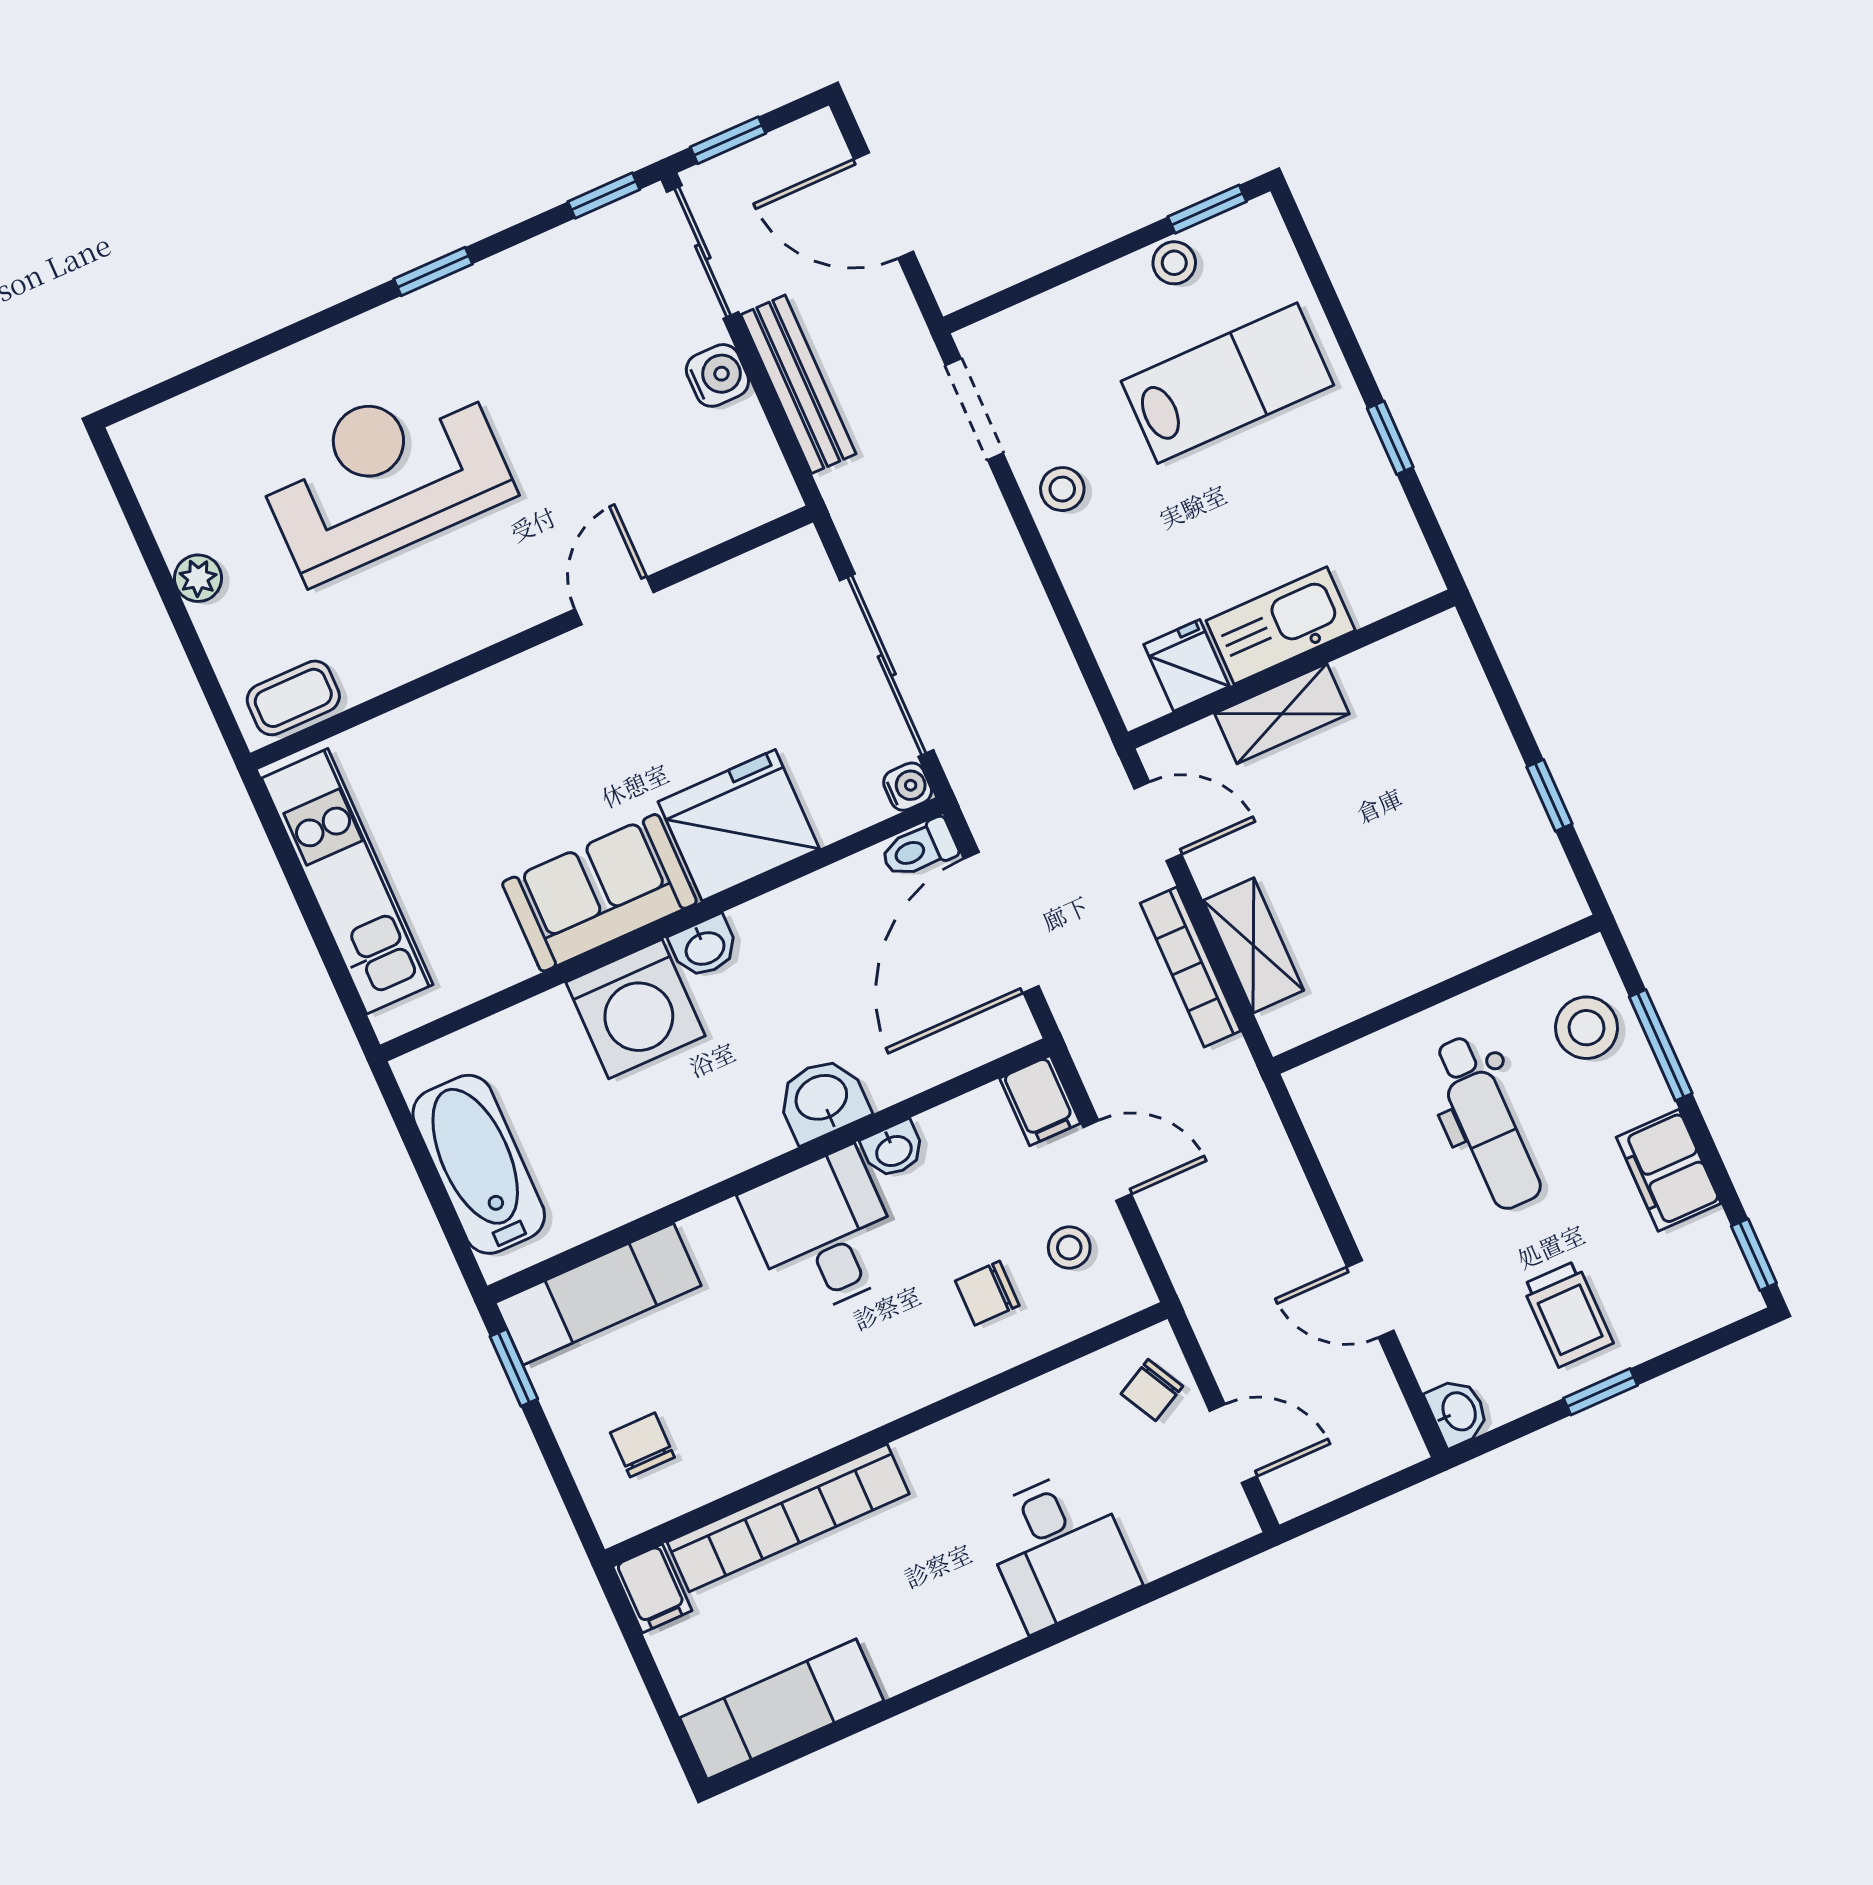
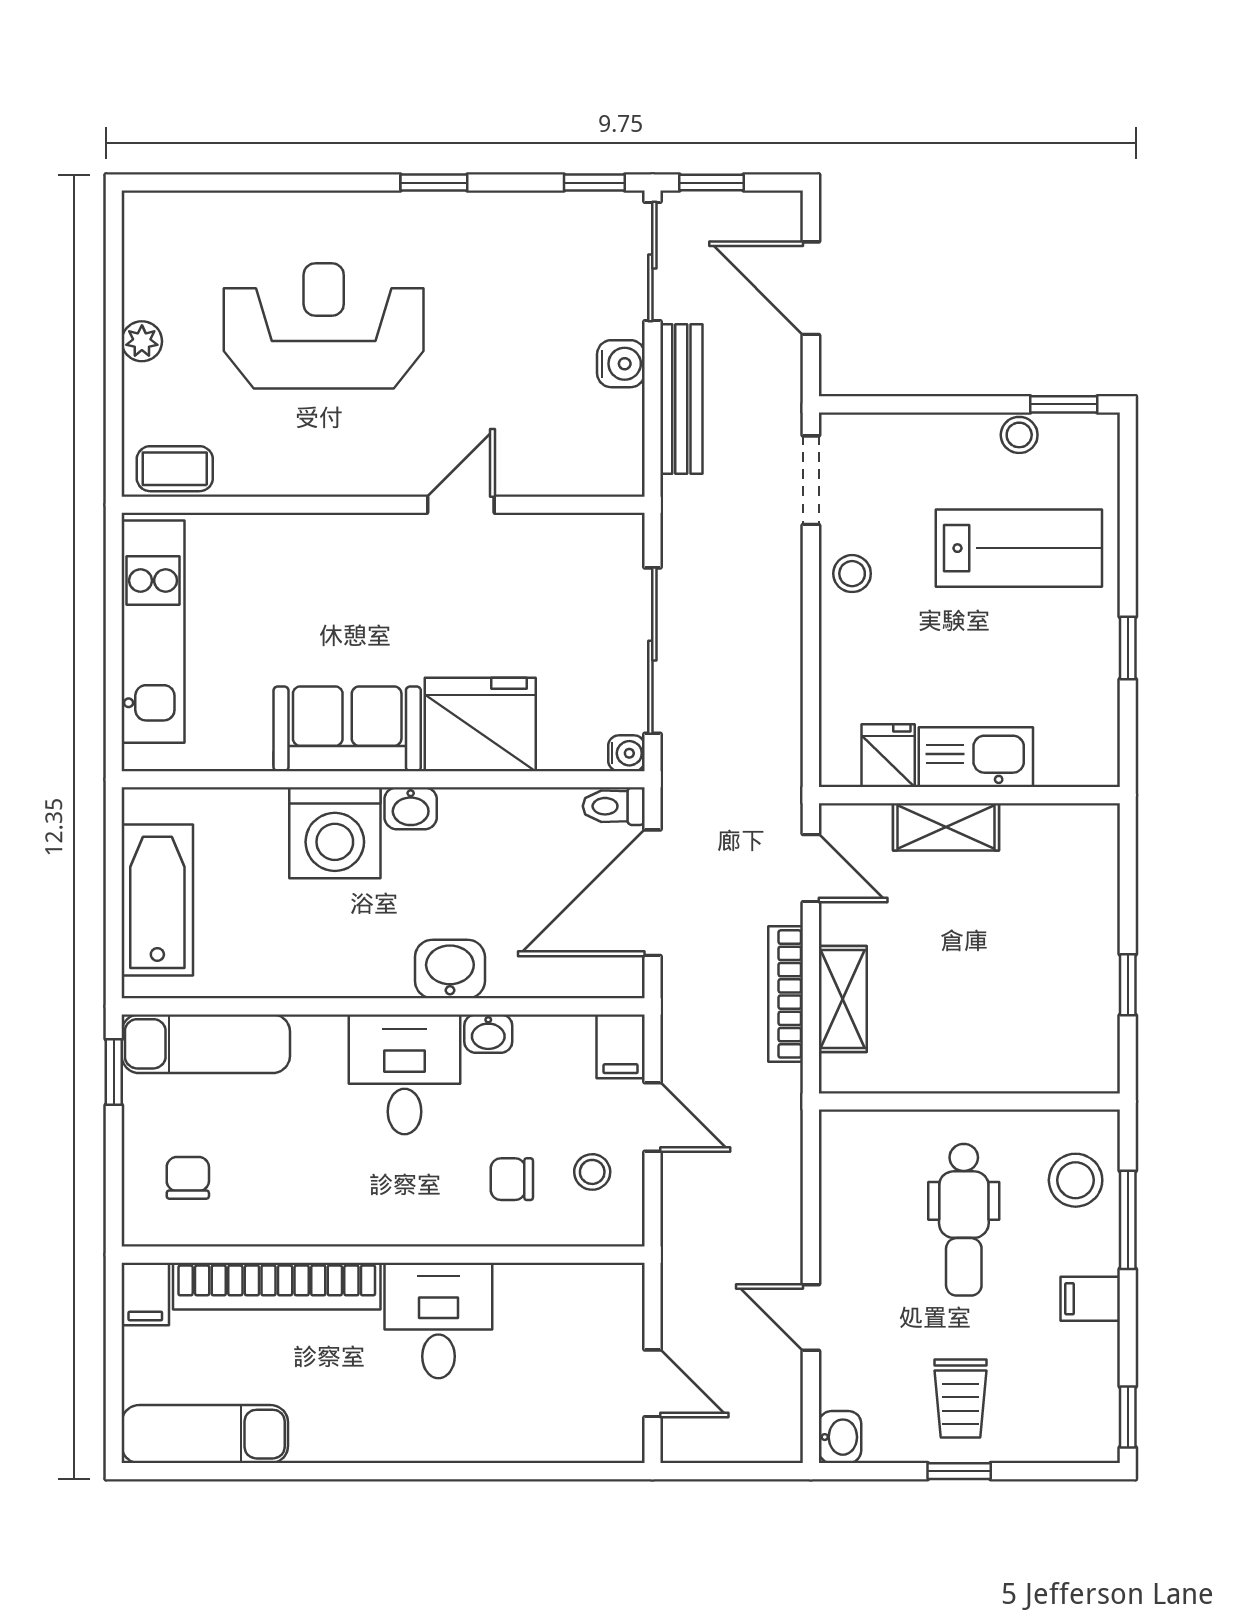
filing cabinet: (1669, 1170) -> (1090, 1299), width x0.50
chair: (1152, 1390) -> (607, 1313), removed
desk: (1059, 1549) -> (438, 1320), moved, turned 180

